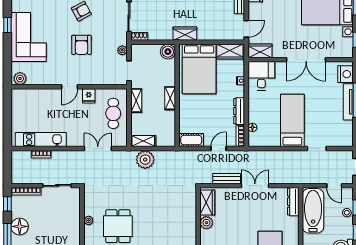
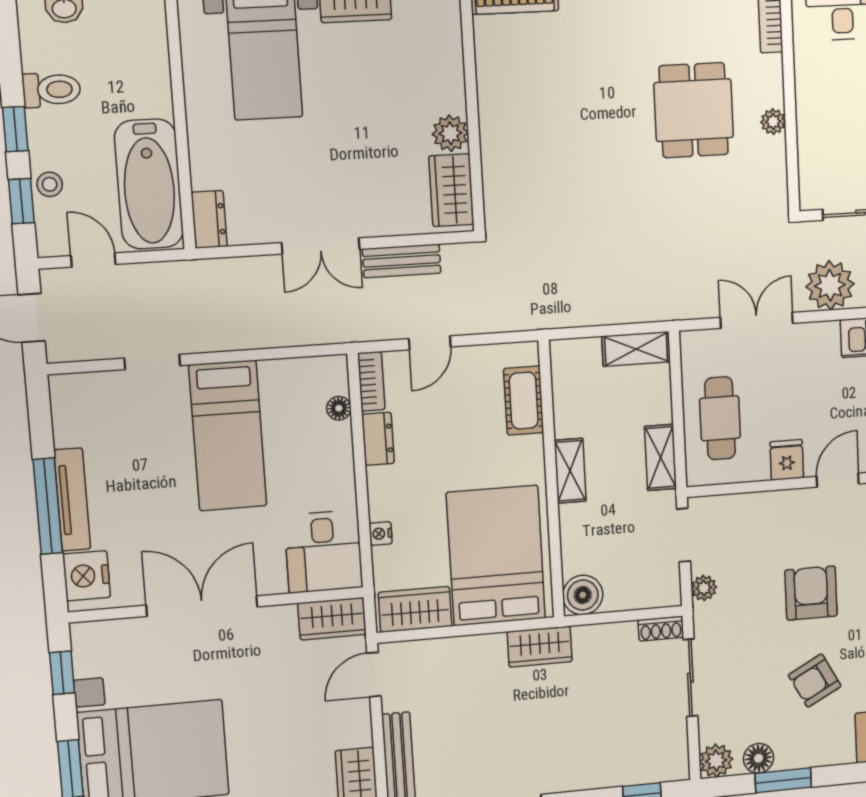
dresser: (239, 111) -> (378, 439), width x0.70
cot: (191, 140) -> (524, 401), moved, turned 90
double door: (98, 149) -> (757, 320), swing flipped
plant: (145, 160) -> (830, 285), moved
dresser: (293, 202) -> (209, 219), width x0.70

